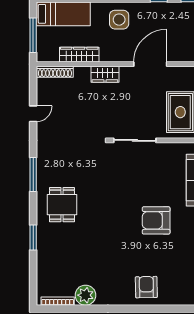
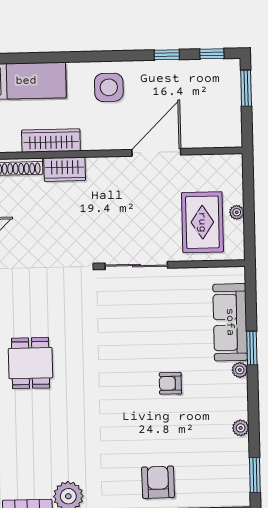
wardrobe: (105, 74) -> (65, 169), moved
armchair: (156, 220) -> (170, 383), width x0.53, depth x0.53

